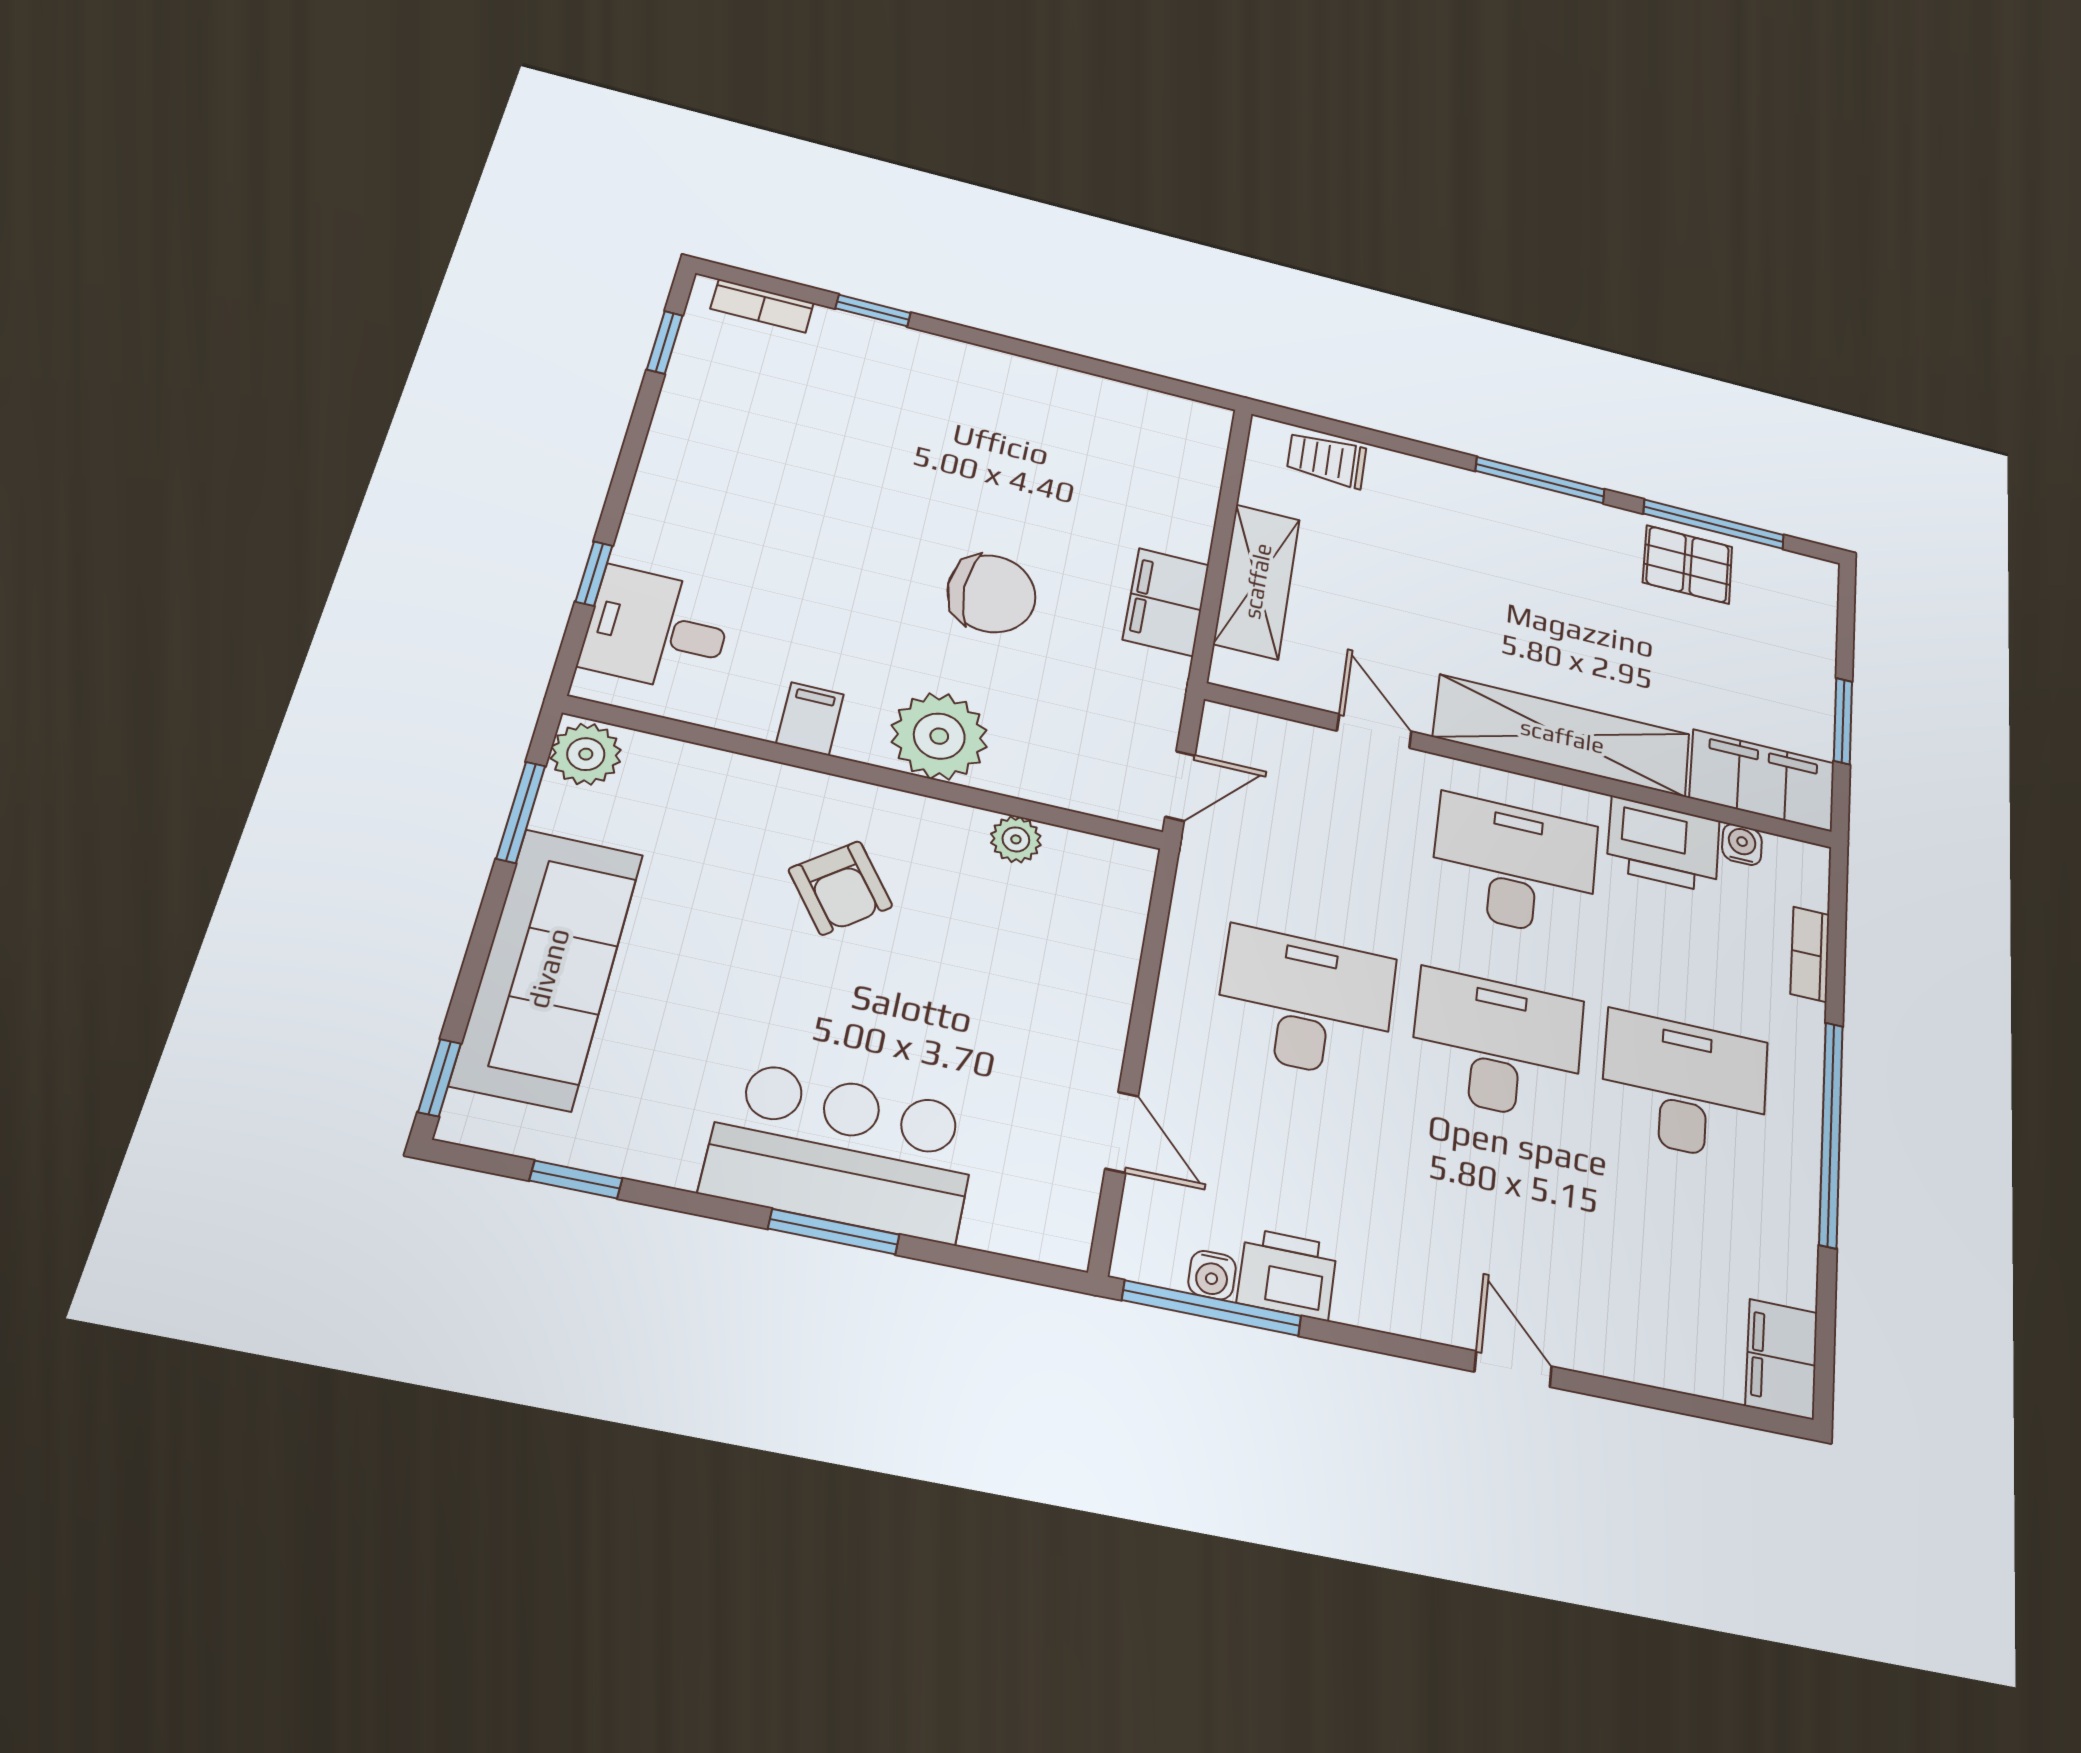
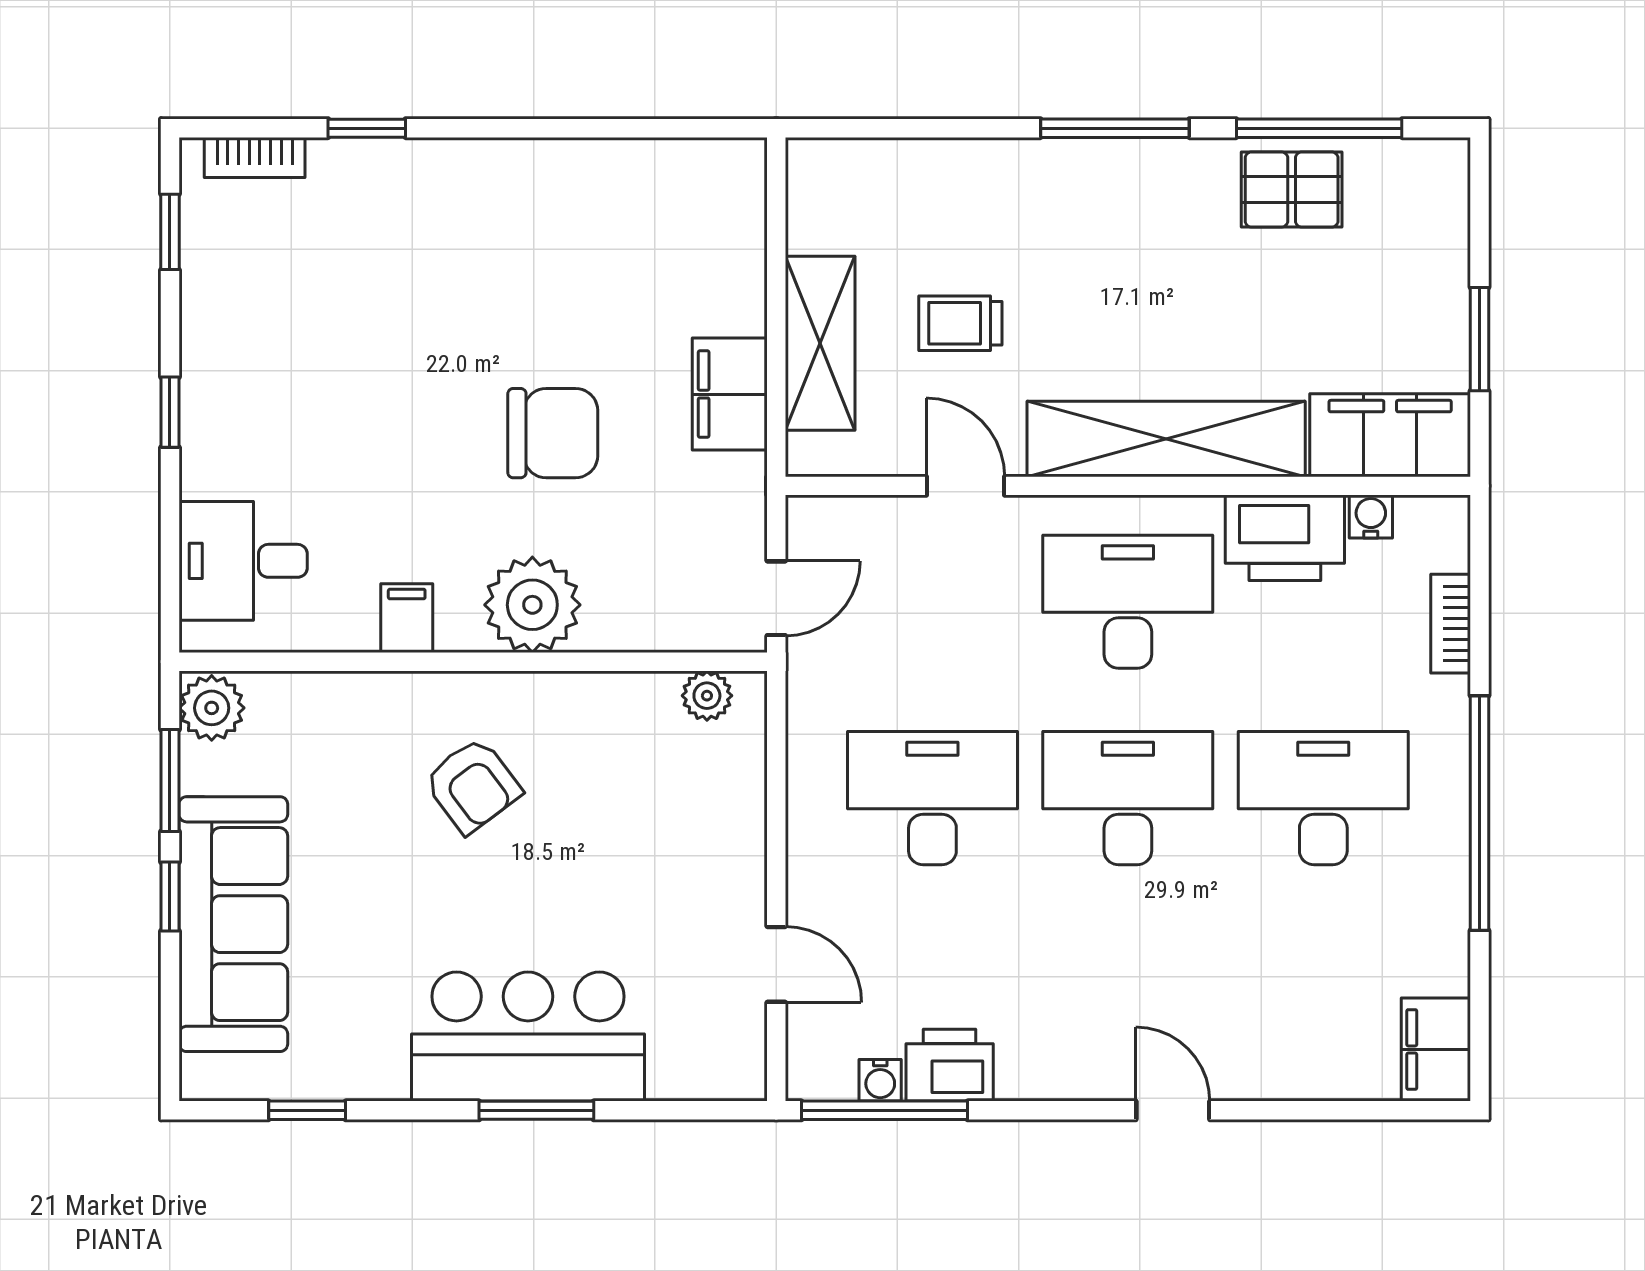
trolley: (1327, 460) -> (960, 323), moved
window: (594, 574) -> (170, 412), moved
plant: (1016, 839) -> (707, 696), moved
window: (439, 1078) -> (170, 896), moved

